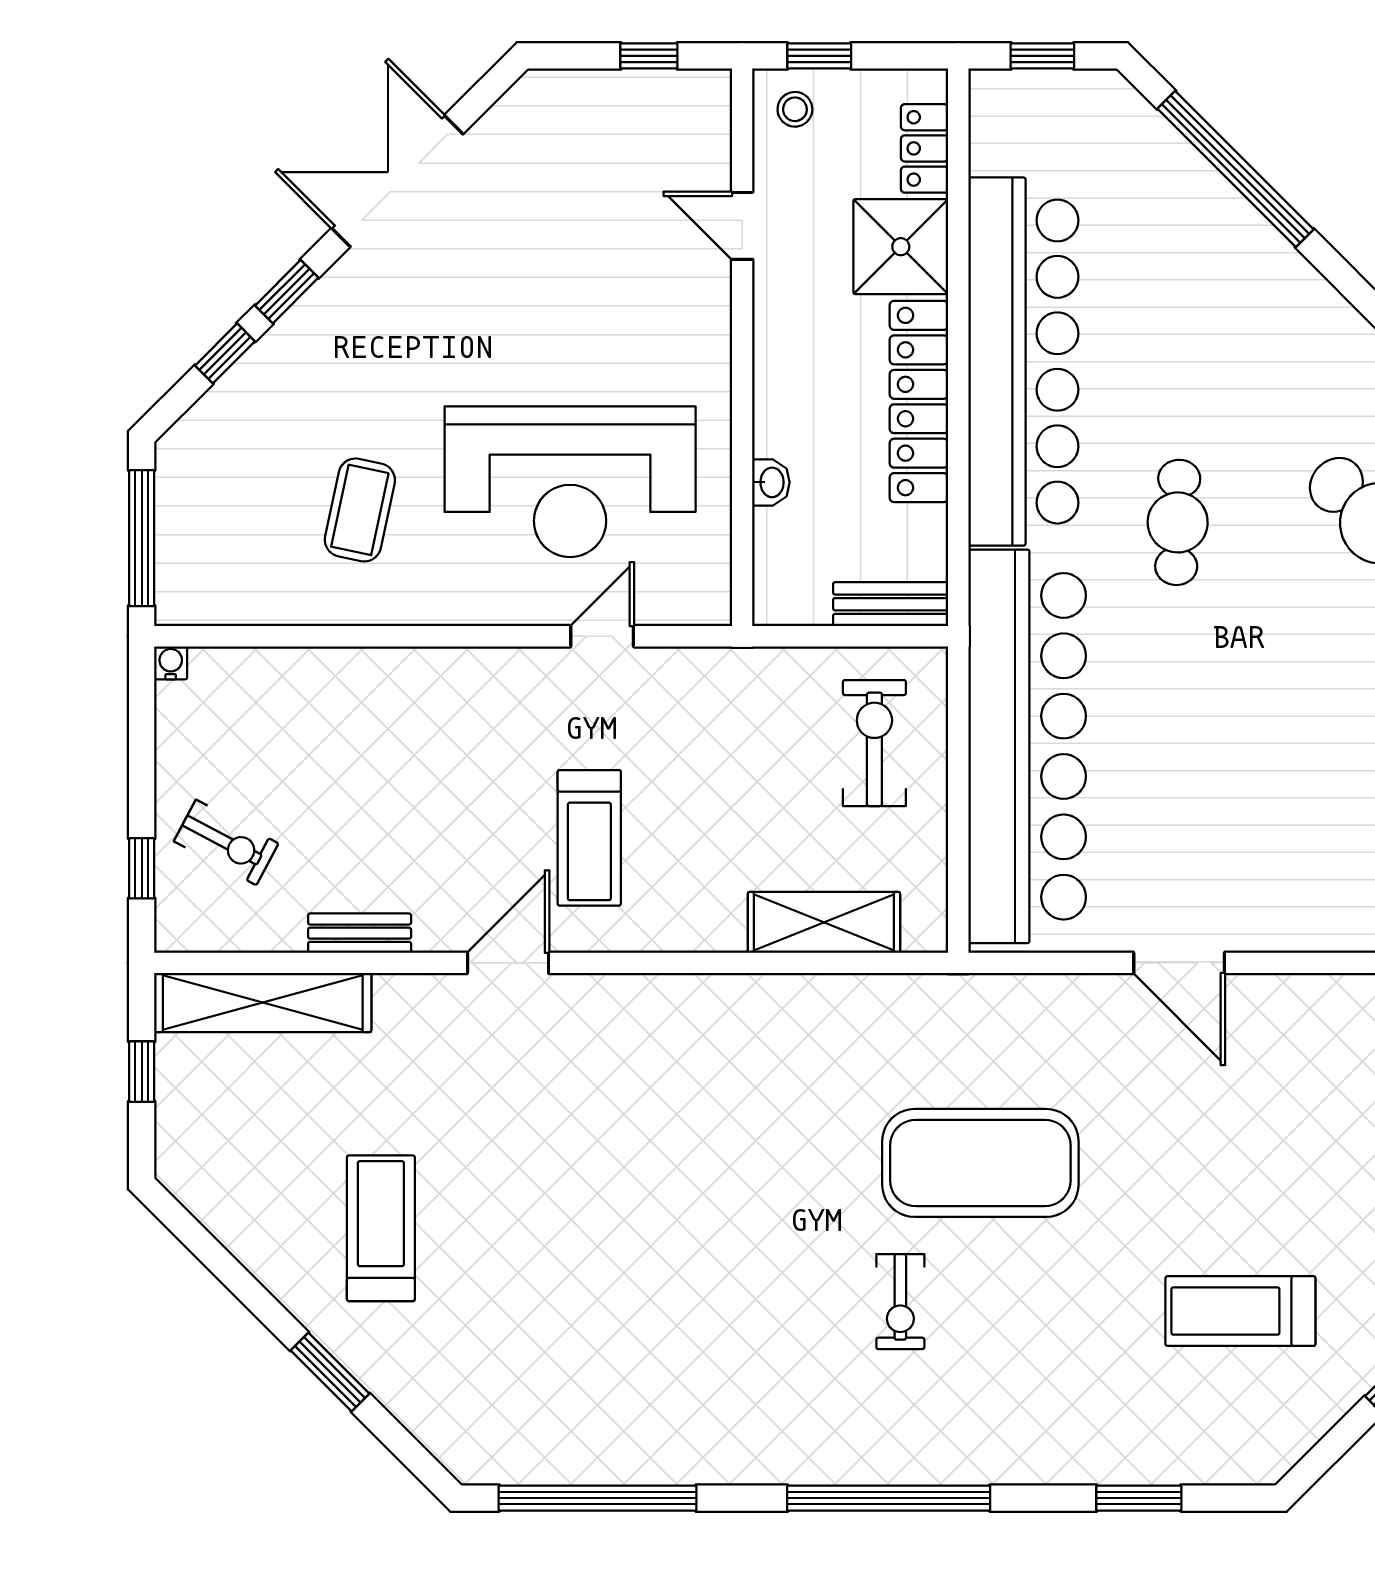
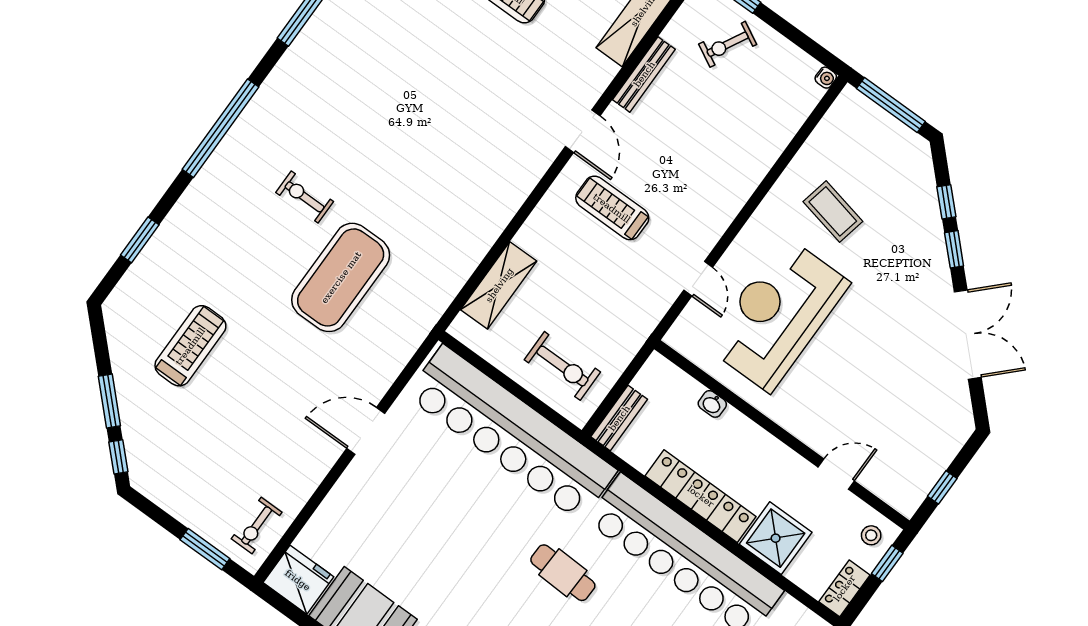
locker: (925, 148) -> (844, 588), moved, turned -90
bench: (360, 933) -> (644, 74), width x1.36

